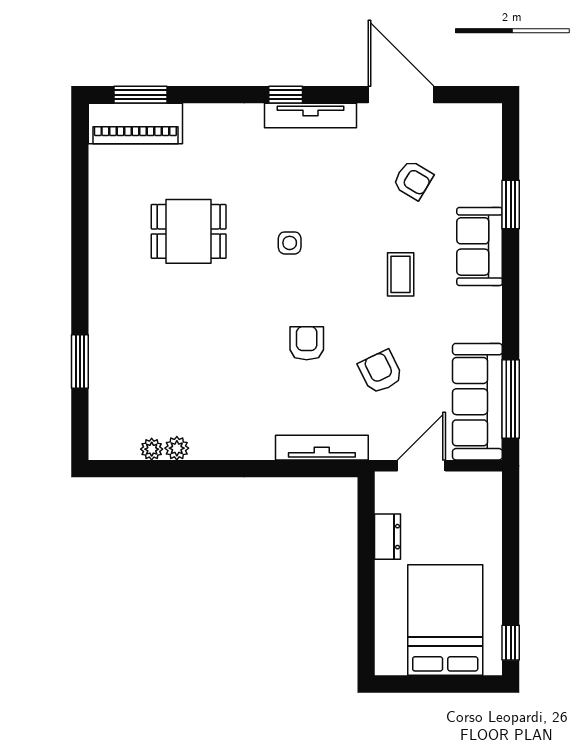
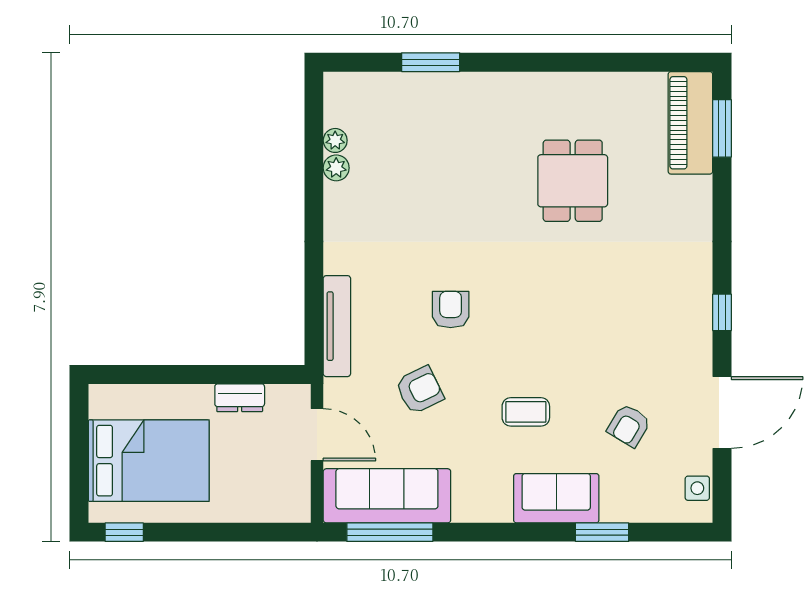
window: (286, 95) -> (722, 312), moved
tv unit: (311, 115) -> (699, 314), removed
side table: (290, 243) -> (697, 488), moved
armchair: (307, 343) -> (451, 310), turned -90

